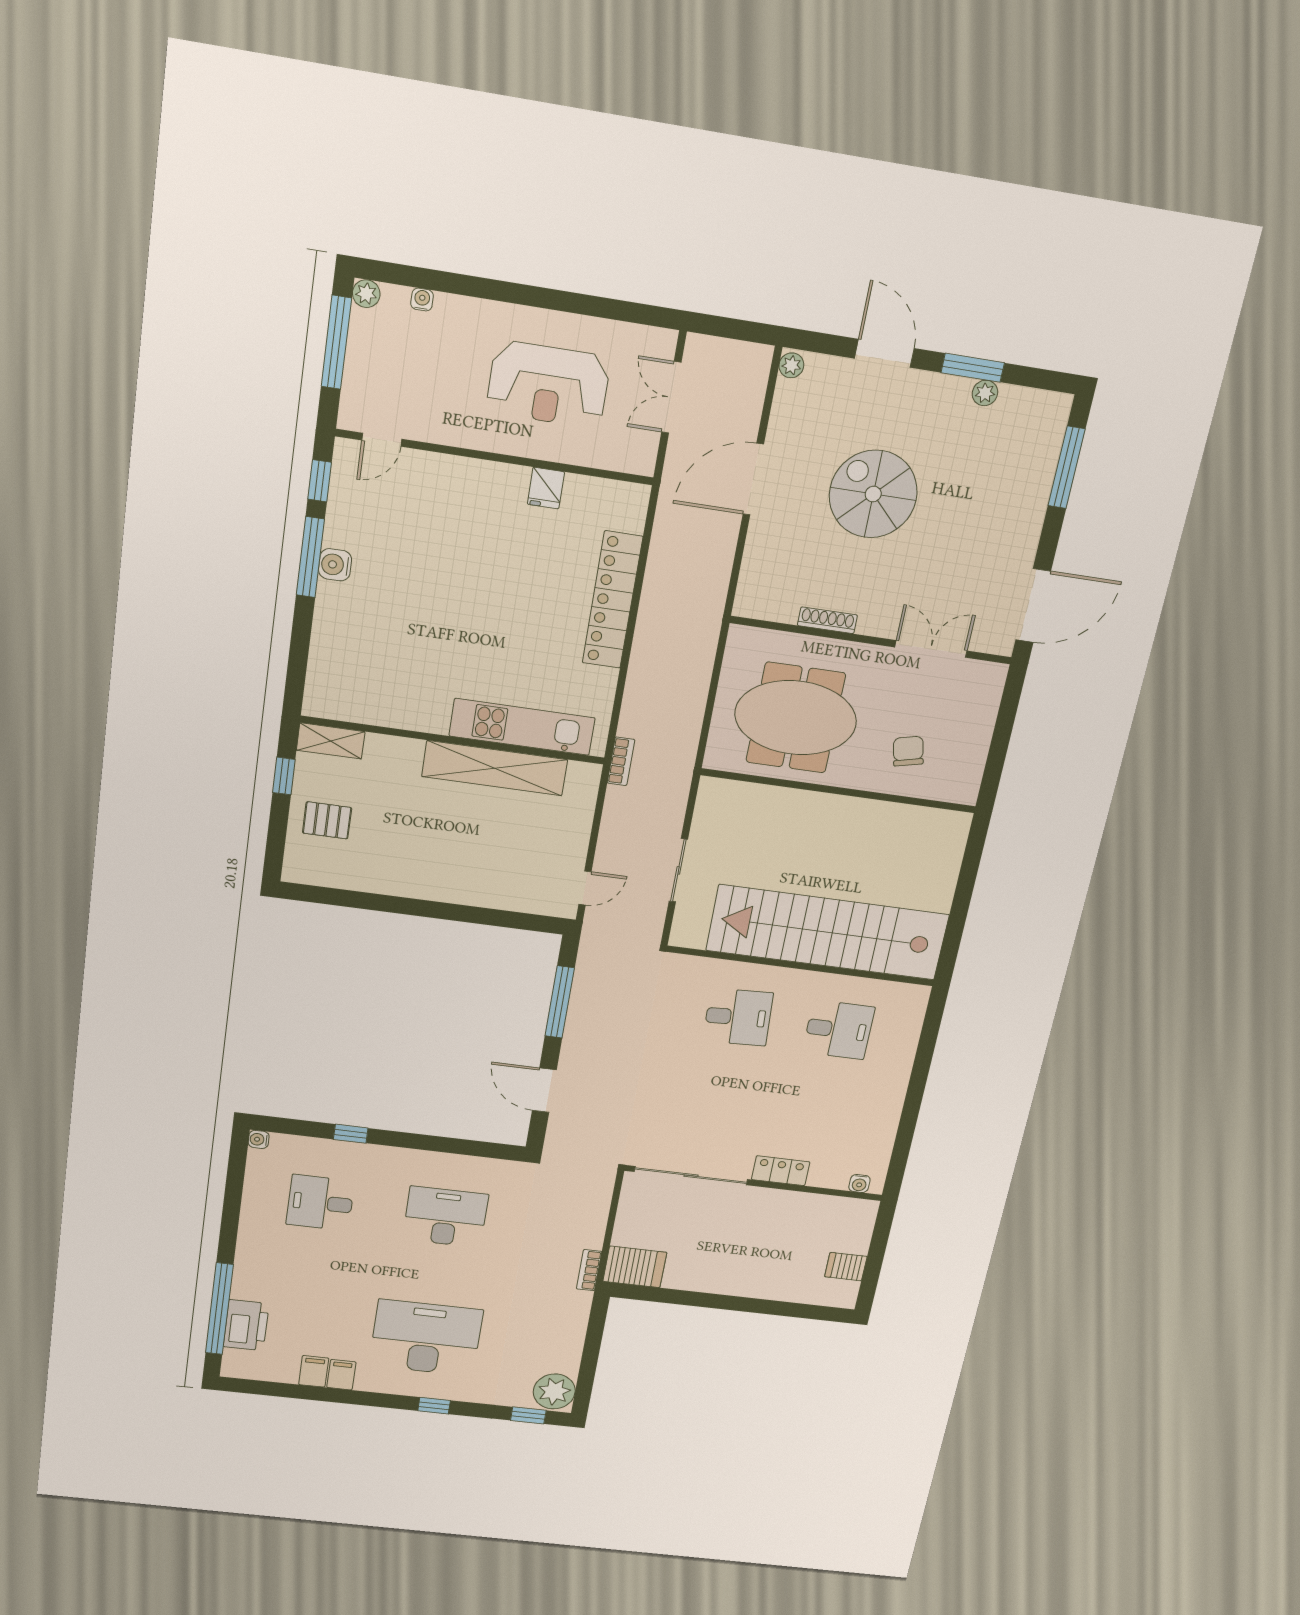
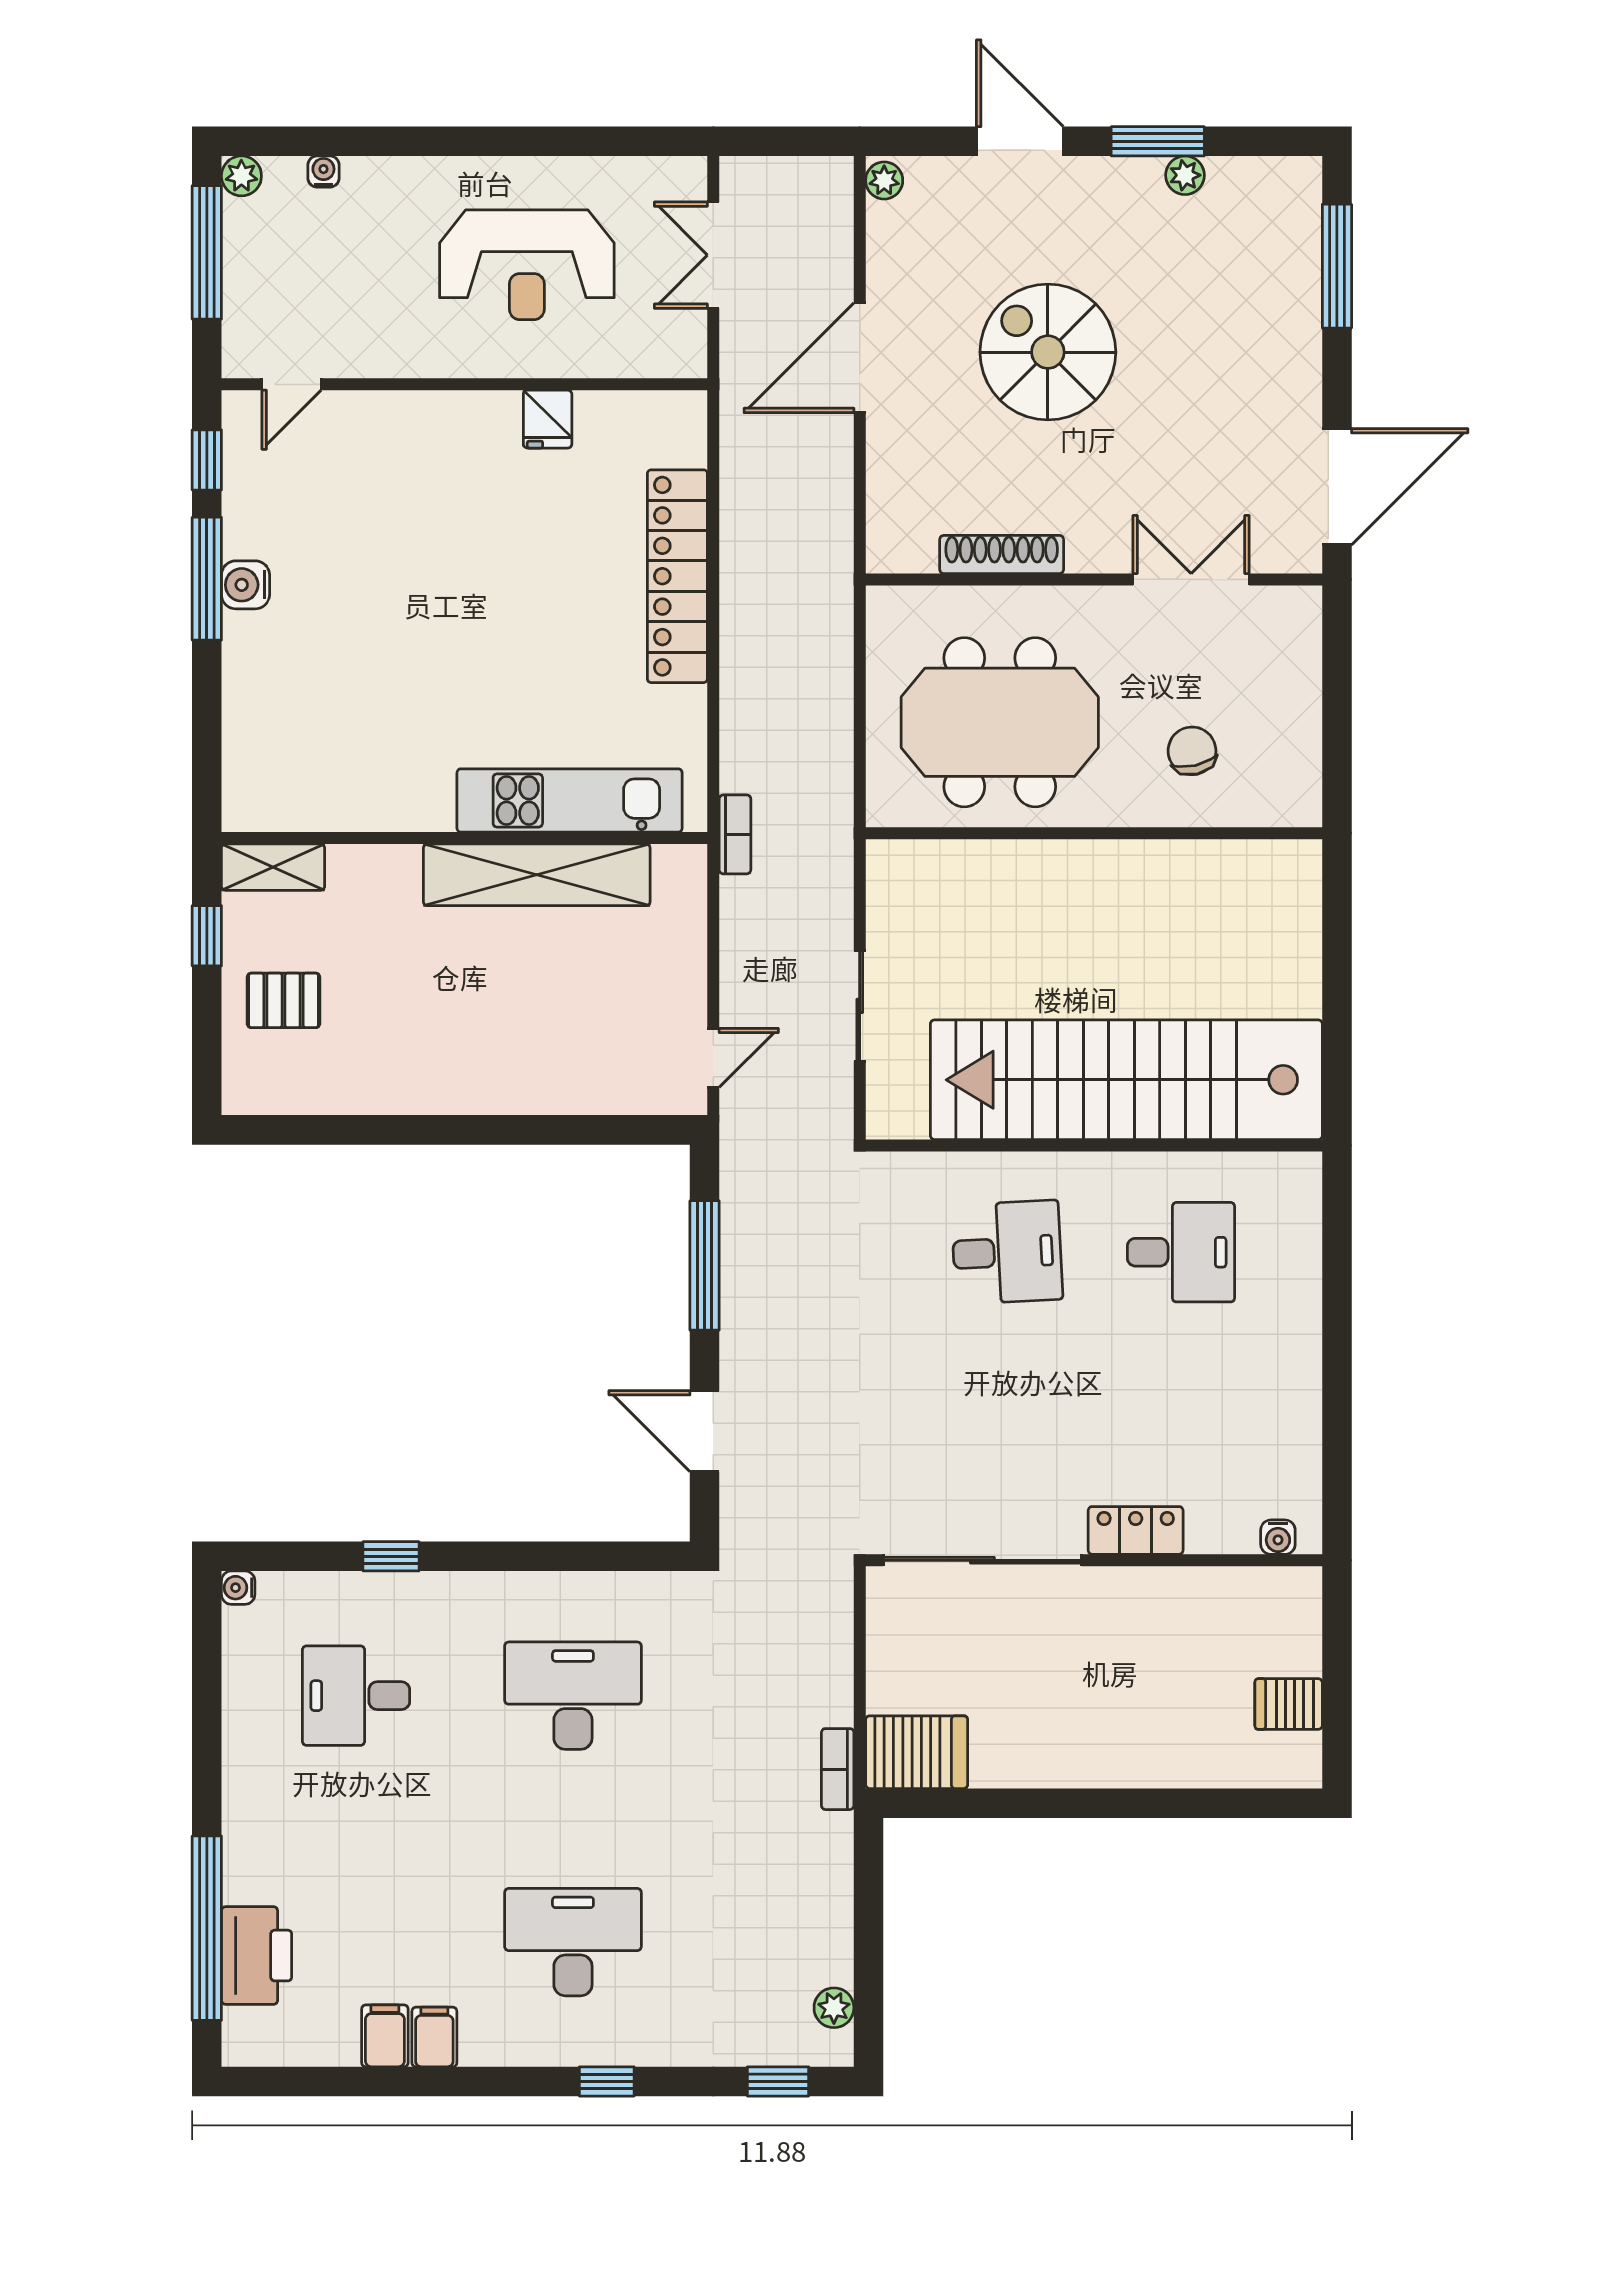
shoe rack: (827, 620) -> (1002, 554), width x1.36, depth x1.24
desk: (426, 1338) -> (573, 1942), width x0.73, depth x0.77
plant: (554, 1391) -> (834, 2008), width x0.53, depth x0.53

